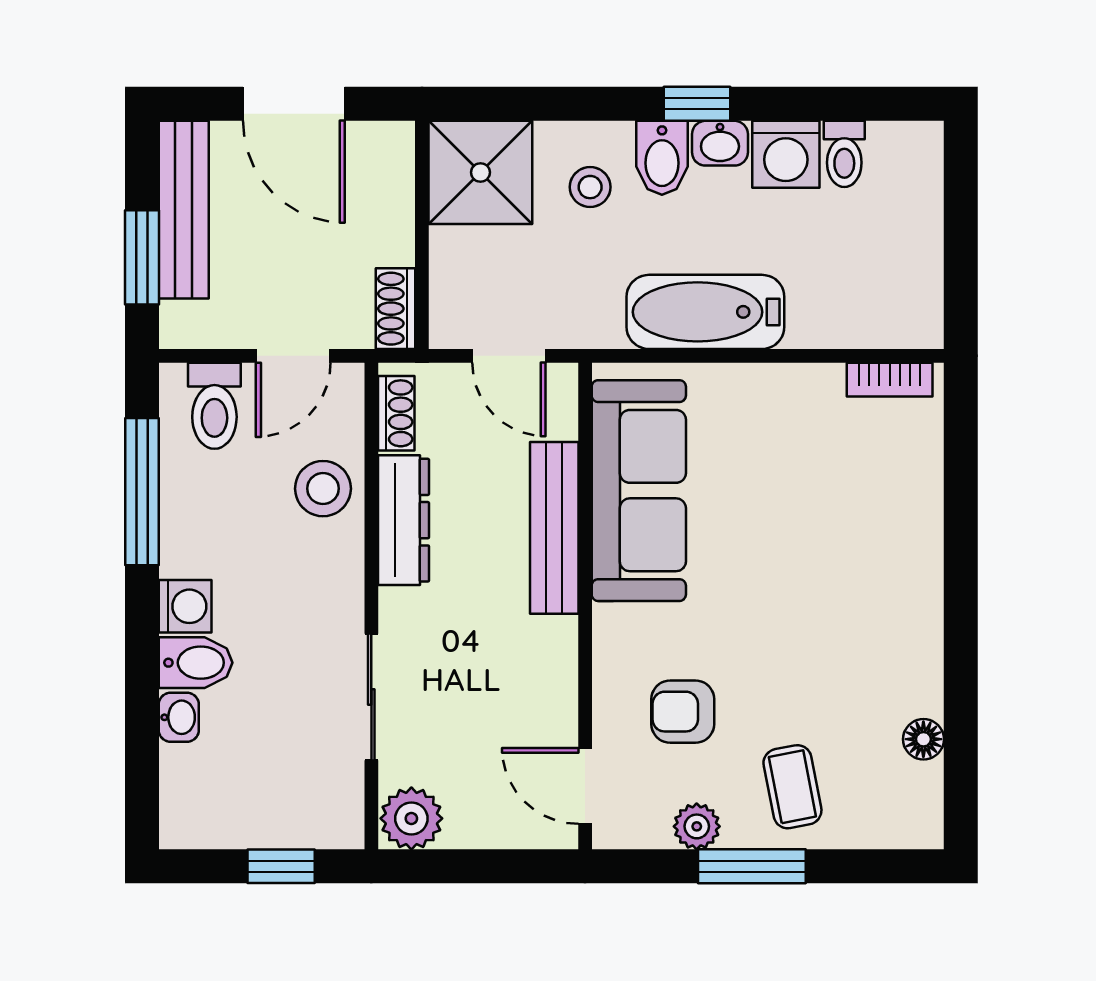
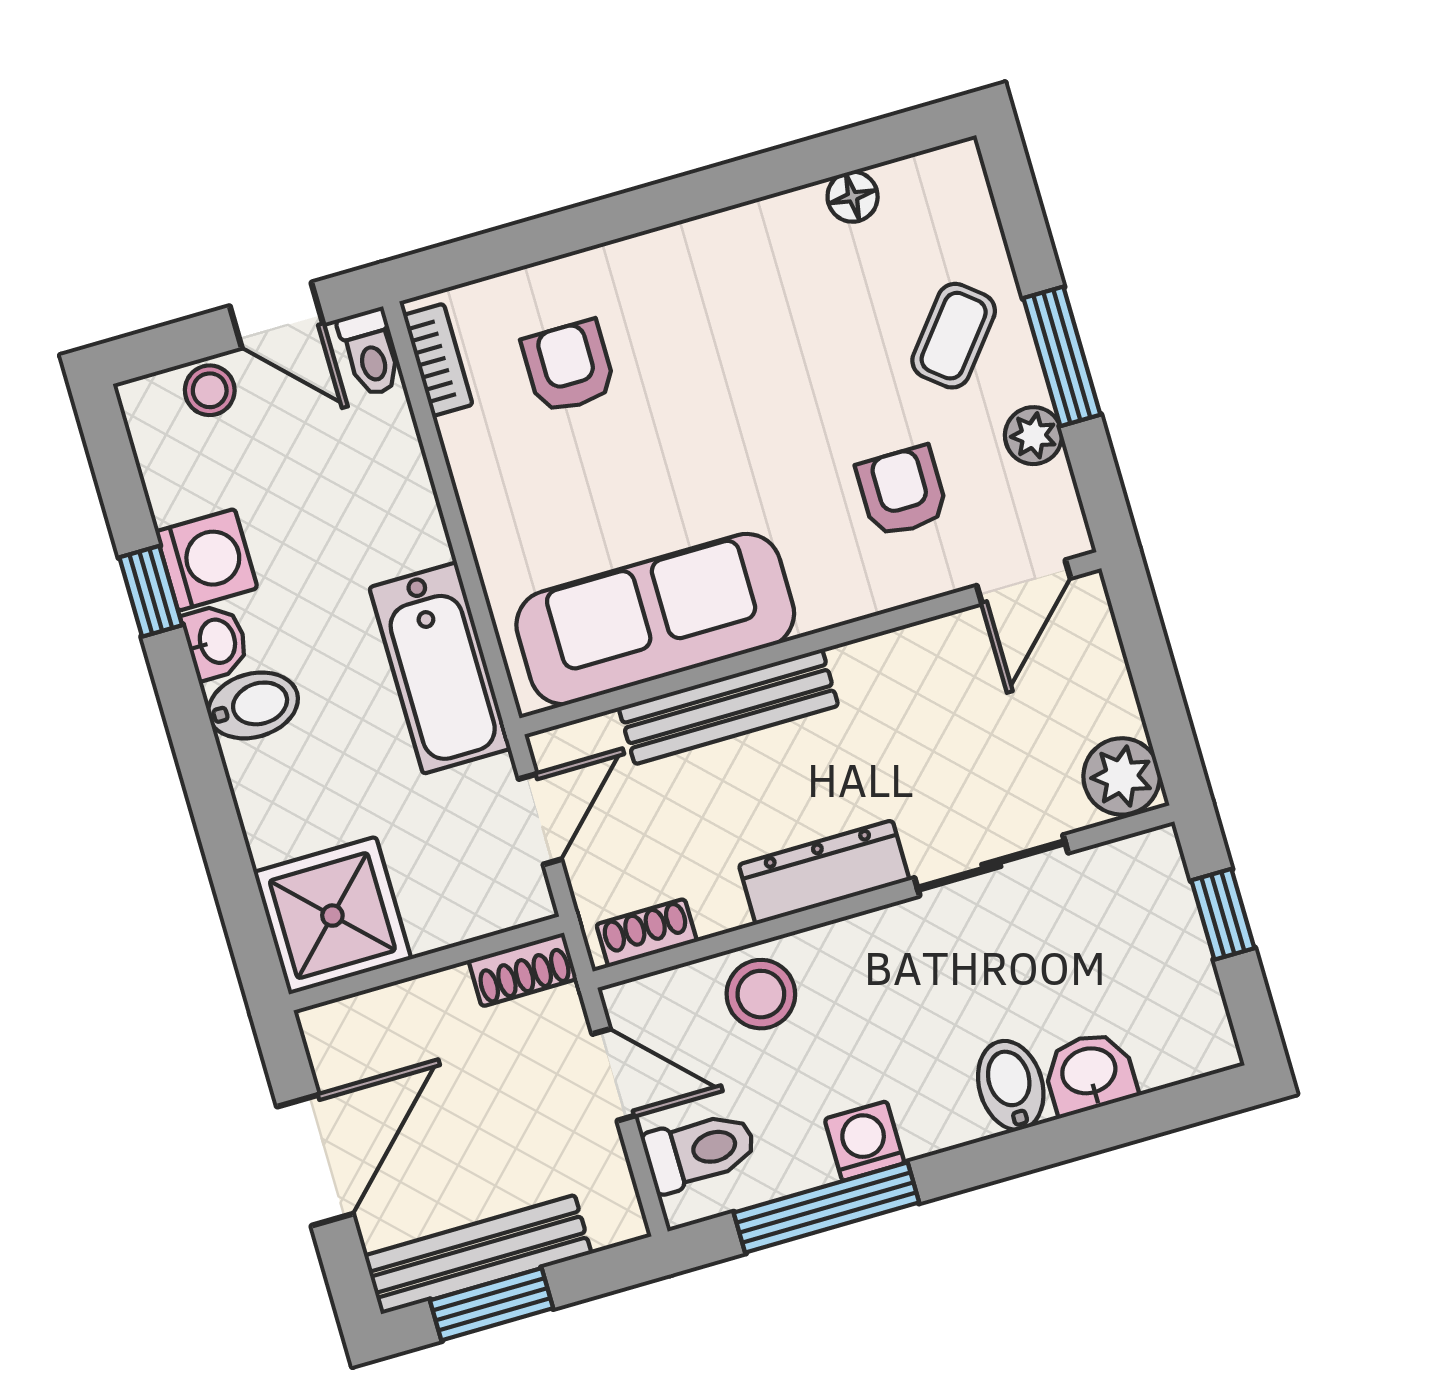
window: (697, 104) -> (151, 591), moved
toilet: (844, 154) -> (370, 352), moved, turned 90
stool: (590, 187) -> (210, 390), moved
window: (142, 257) -> (492, 1304), moved
door: (961, 264) -> (277, 315), added
bathtub: (705, 312) -> (440, 668), moved
armchair: (855, 480) -> (569, 367), added
dresser: (404, 520) -> (824, 872), moved
washing machine: (185, 606) -> (865, 1141), moved
armchair: (683, 712) -> (902, 491), turned 180
washbasin: (179, 717) -> (1089, 1073), width x1.38, depth x1.45
coffee table: (792, 787) -> (954, 336), turned -40

